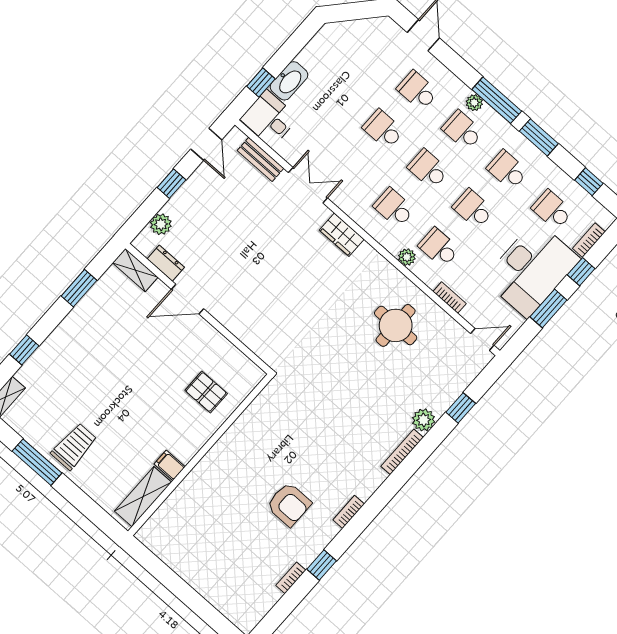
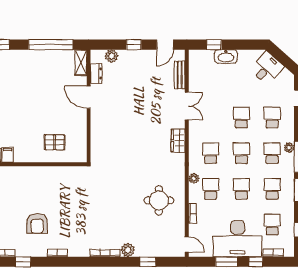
desk: (269, 119) -> (267, 68), moved, turned 42
window: (79, 288) -> (51, 45), width x2.11
pallet: (206, 392) -> (55, 142), turned 90

